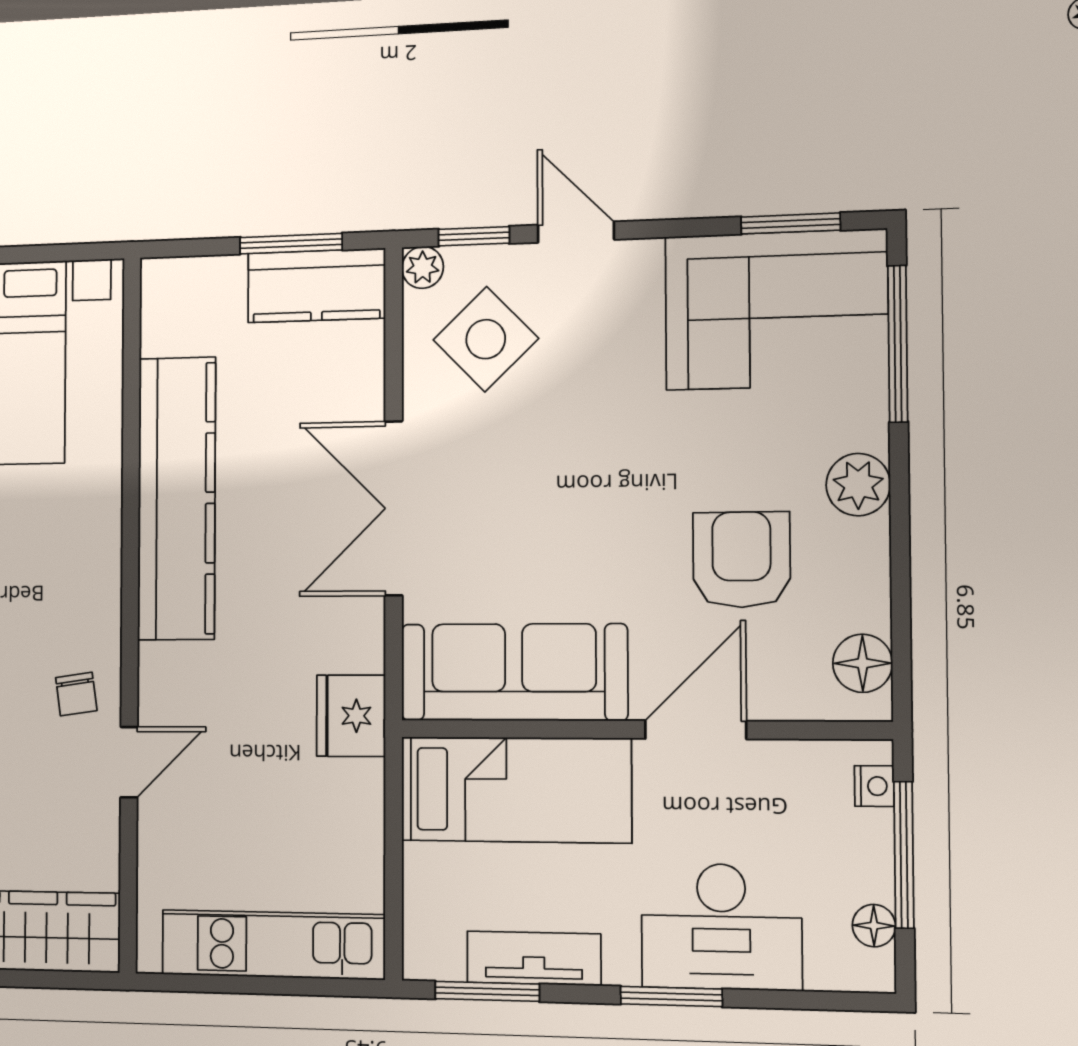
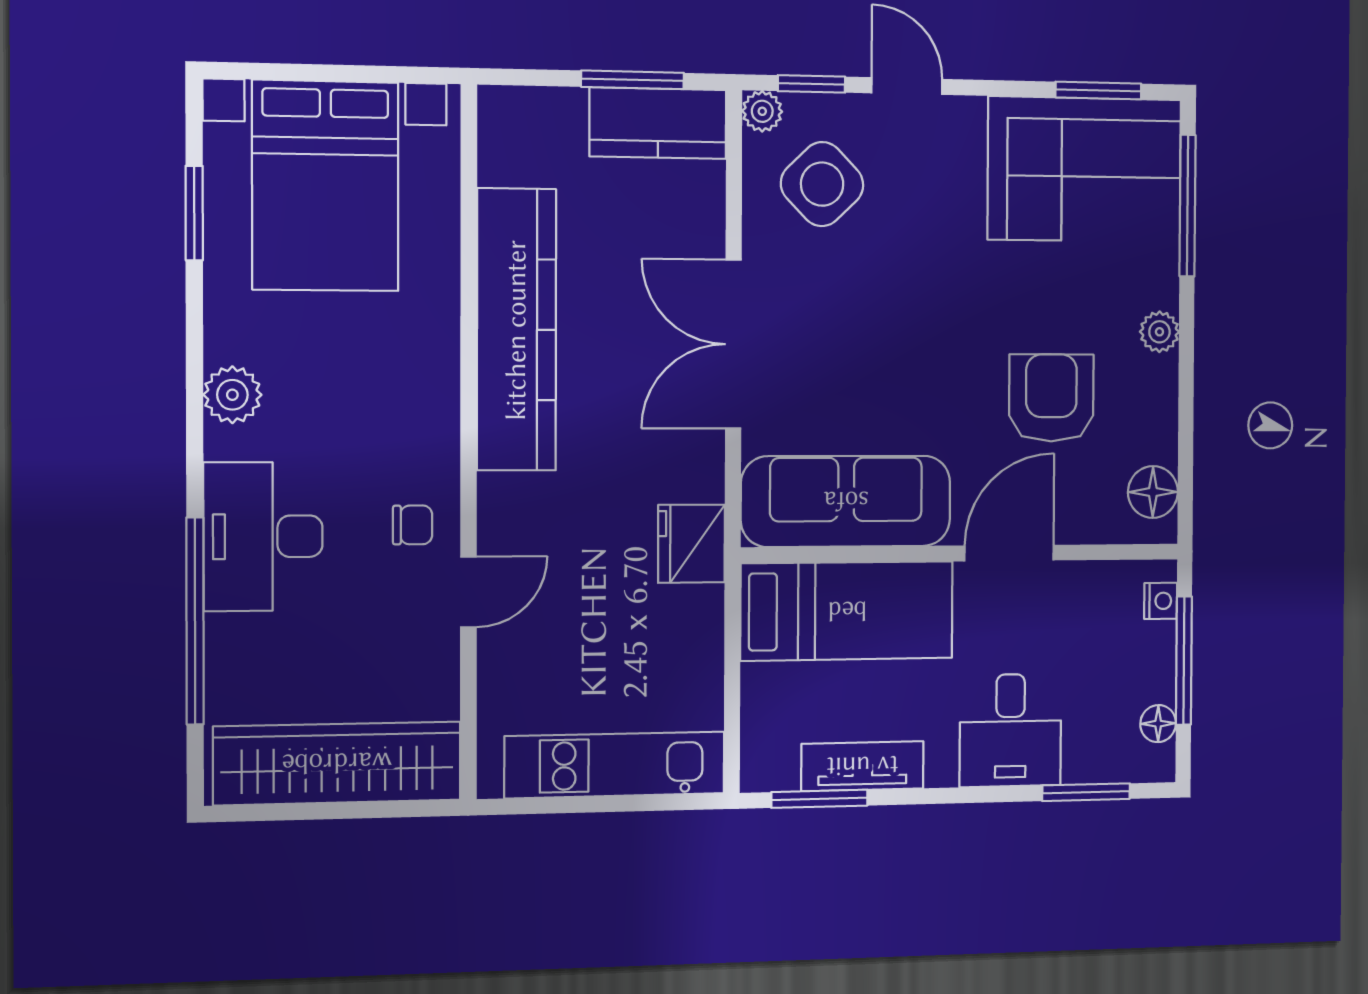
plant: (858, 485) -> (1159, 332), width x0.73, depth x0.73
chair: (76, 694) -> (413, 525), turned -82
desk: (721, 927) -> (1010, 730), width x0.73
window: (671, 996) -> (1086, 792), moved

